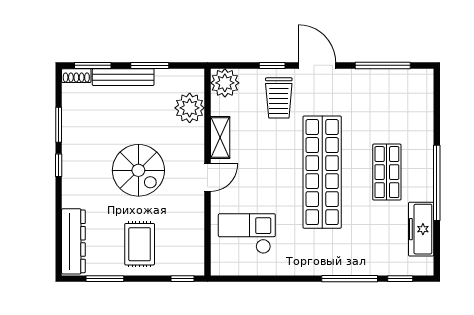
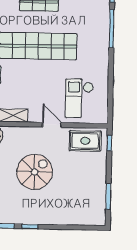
door: (208, 178) -> (52, 125), moved
dresser: (73, 241) -> (82, 217), removed
rug: (140, 244) -> (85, 141), moved

